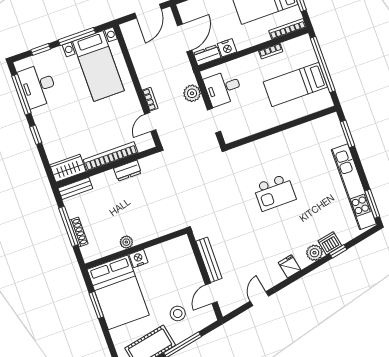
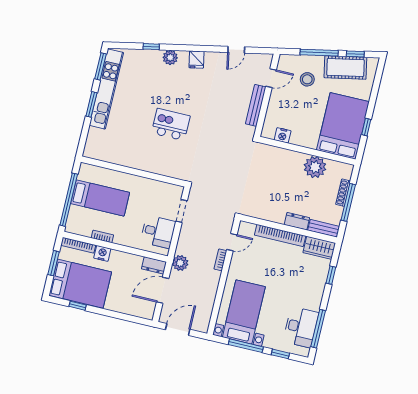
nightstand: (227, 48) -> (102, 253), moved
plant: (192, 93) -> (180, 263), moved
window: (347, 134) -> (91, 104), moved
window: (36, 135) -> (331, 275), moved
dresser: (127, 171) -> (297, 221), moved
plant: (126, 242) -> (315, 167), width x1.88, depth x1.88
dishwasher: (330, 243) -> (153, 57), removed
nightstand: (138, 258) -> (283, 135), moved
window: (96, 305) -> (366, 127), width x0.67

